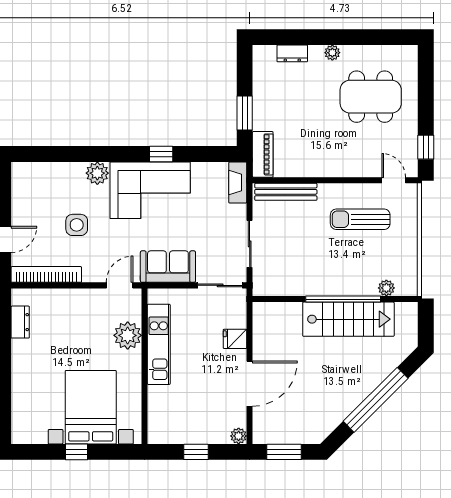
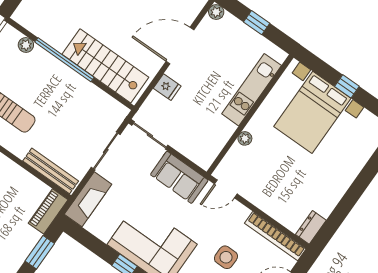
fireplace: (238, 182) -> (88, 199), width x1.37, depth x1.32
stairs: (348, 319) -> (105, 66), moved
dresser: (20, 322) -> (311, 227), moved
plant: (128, 335) -> (245, 138), width x0.53, depth x0.53
kitchen unit: (159, 344) -> (252, 90), moved

